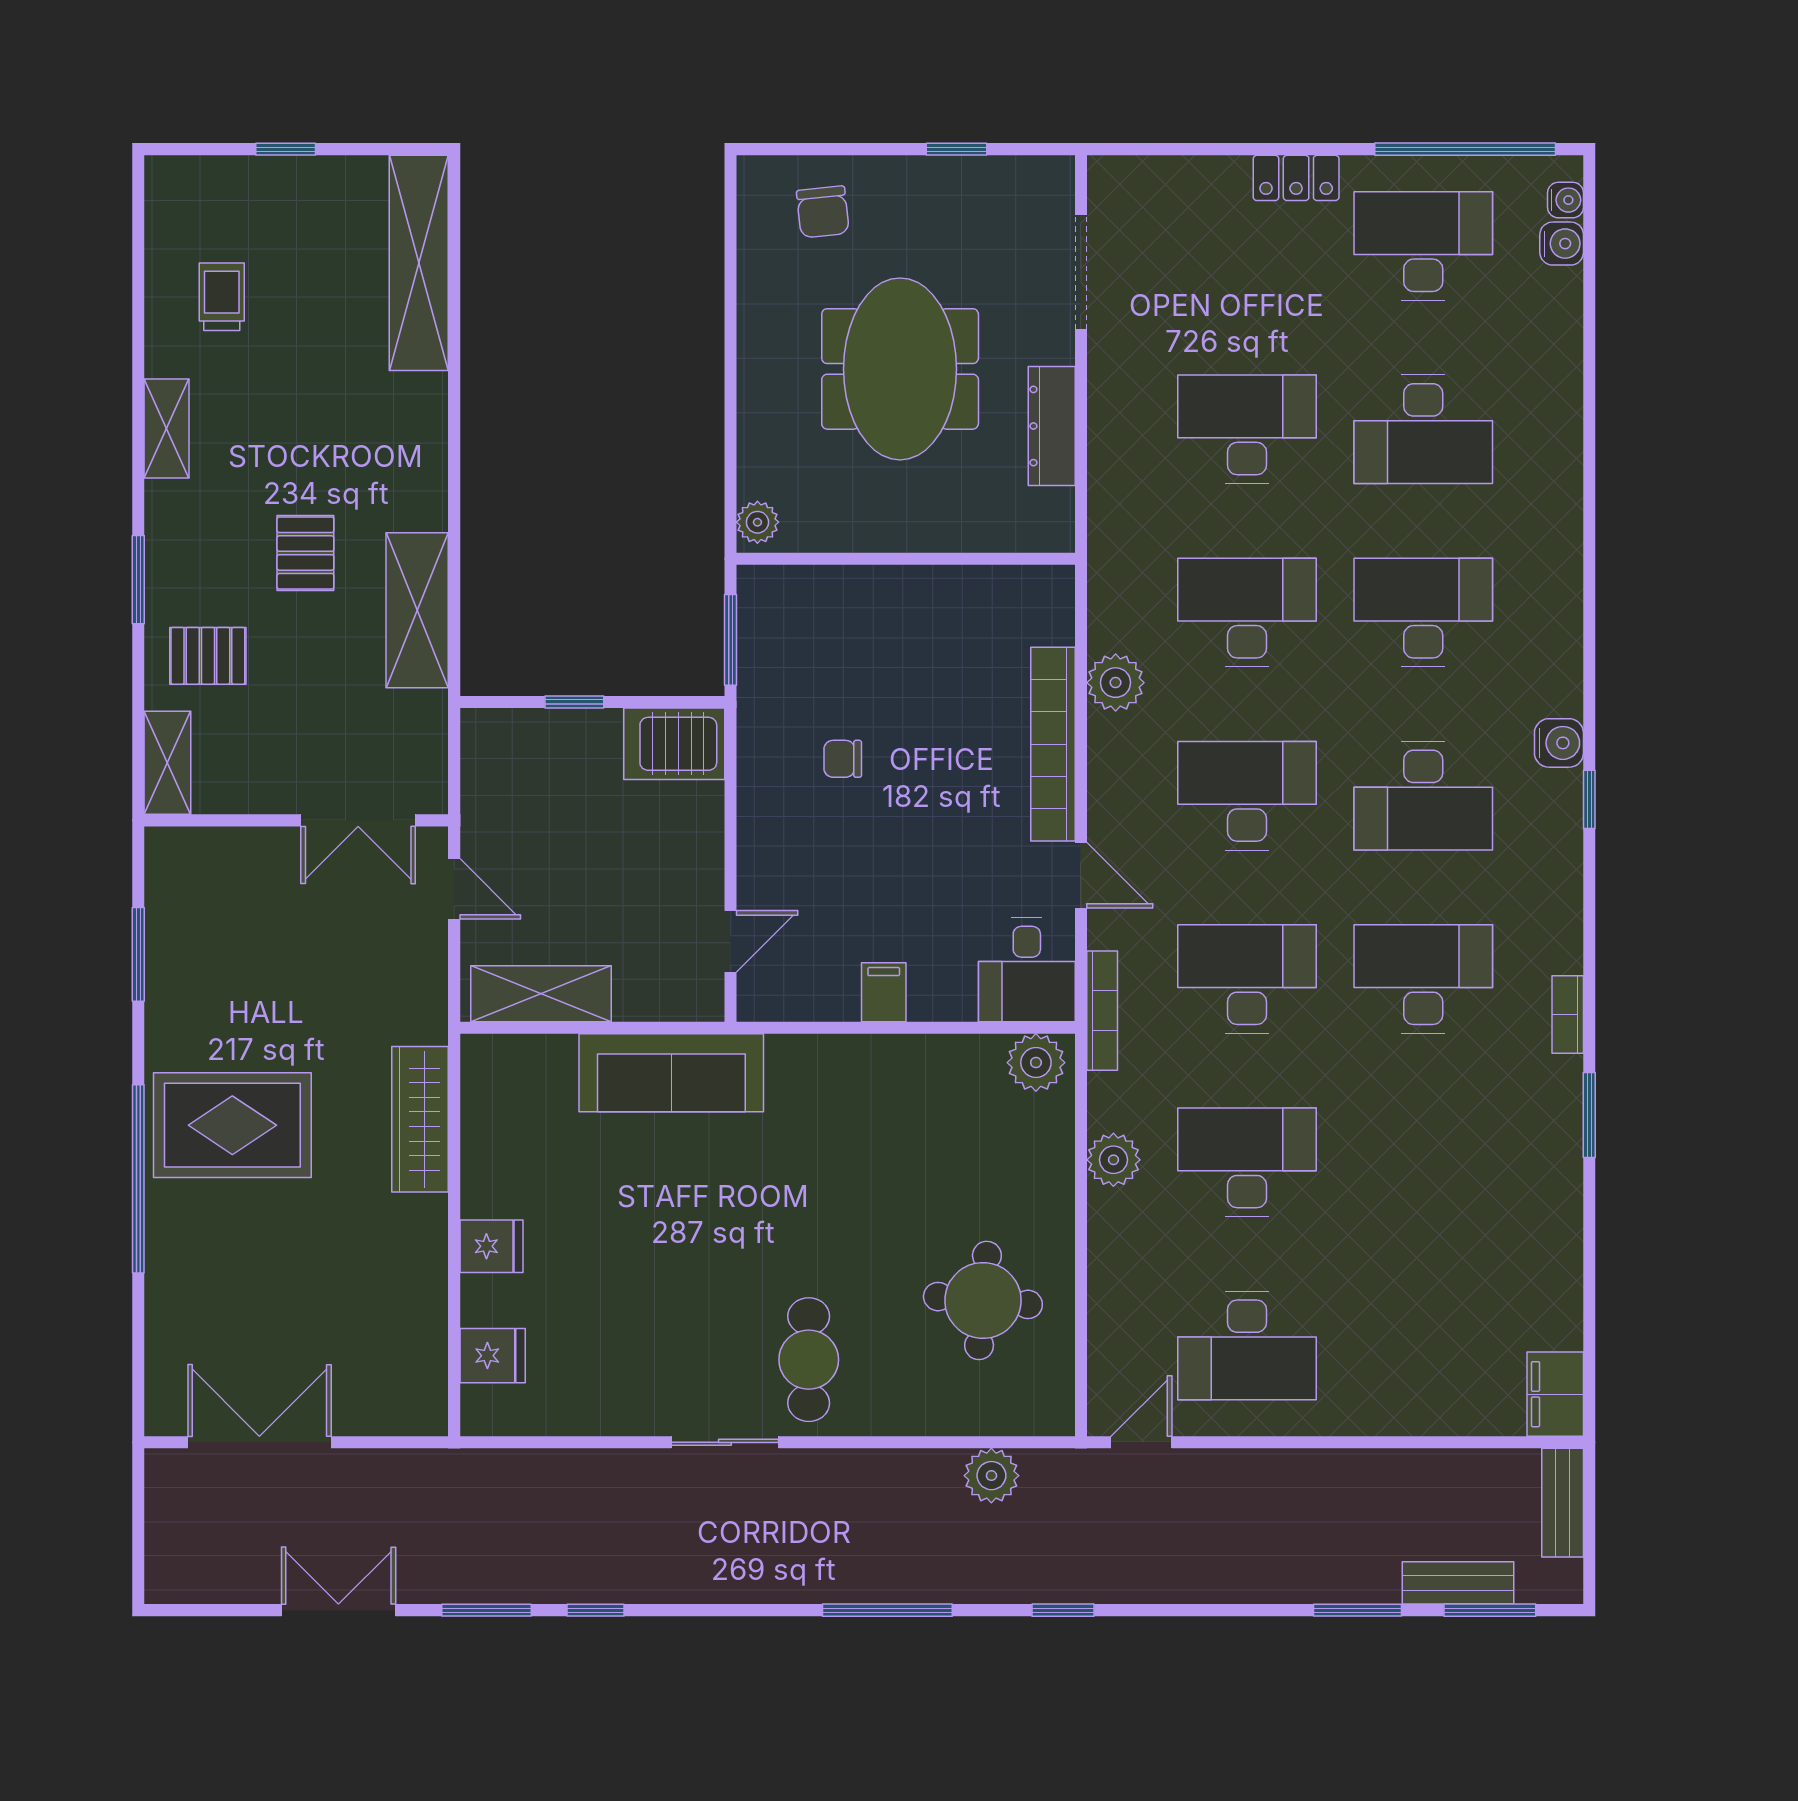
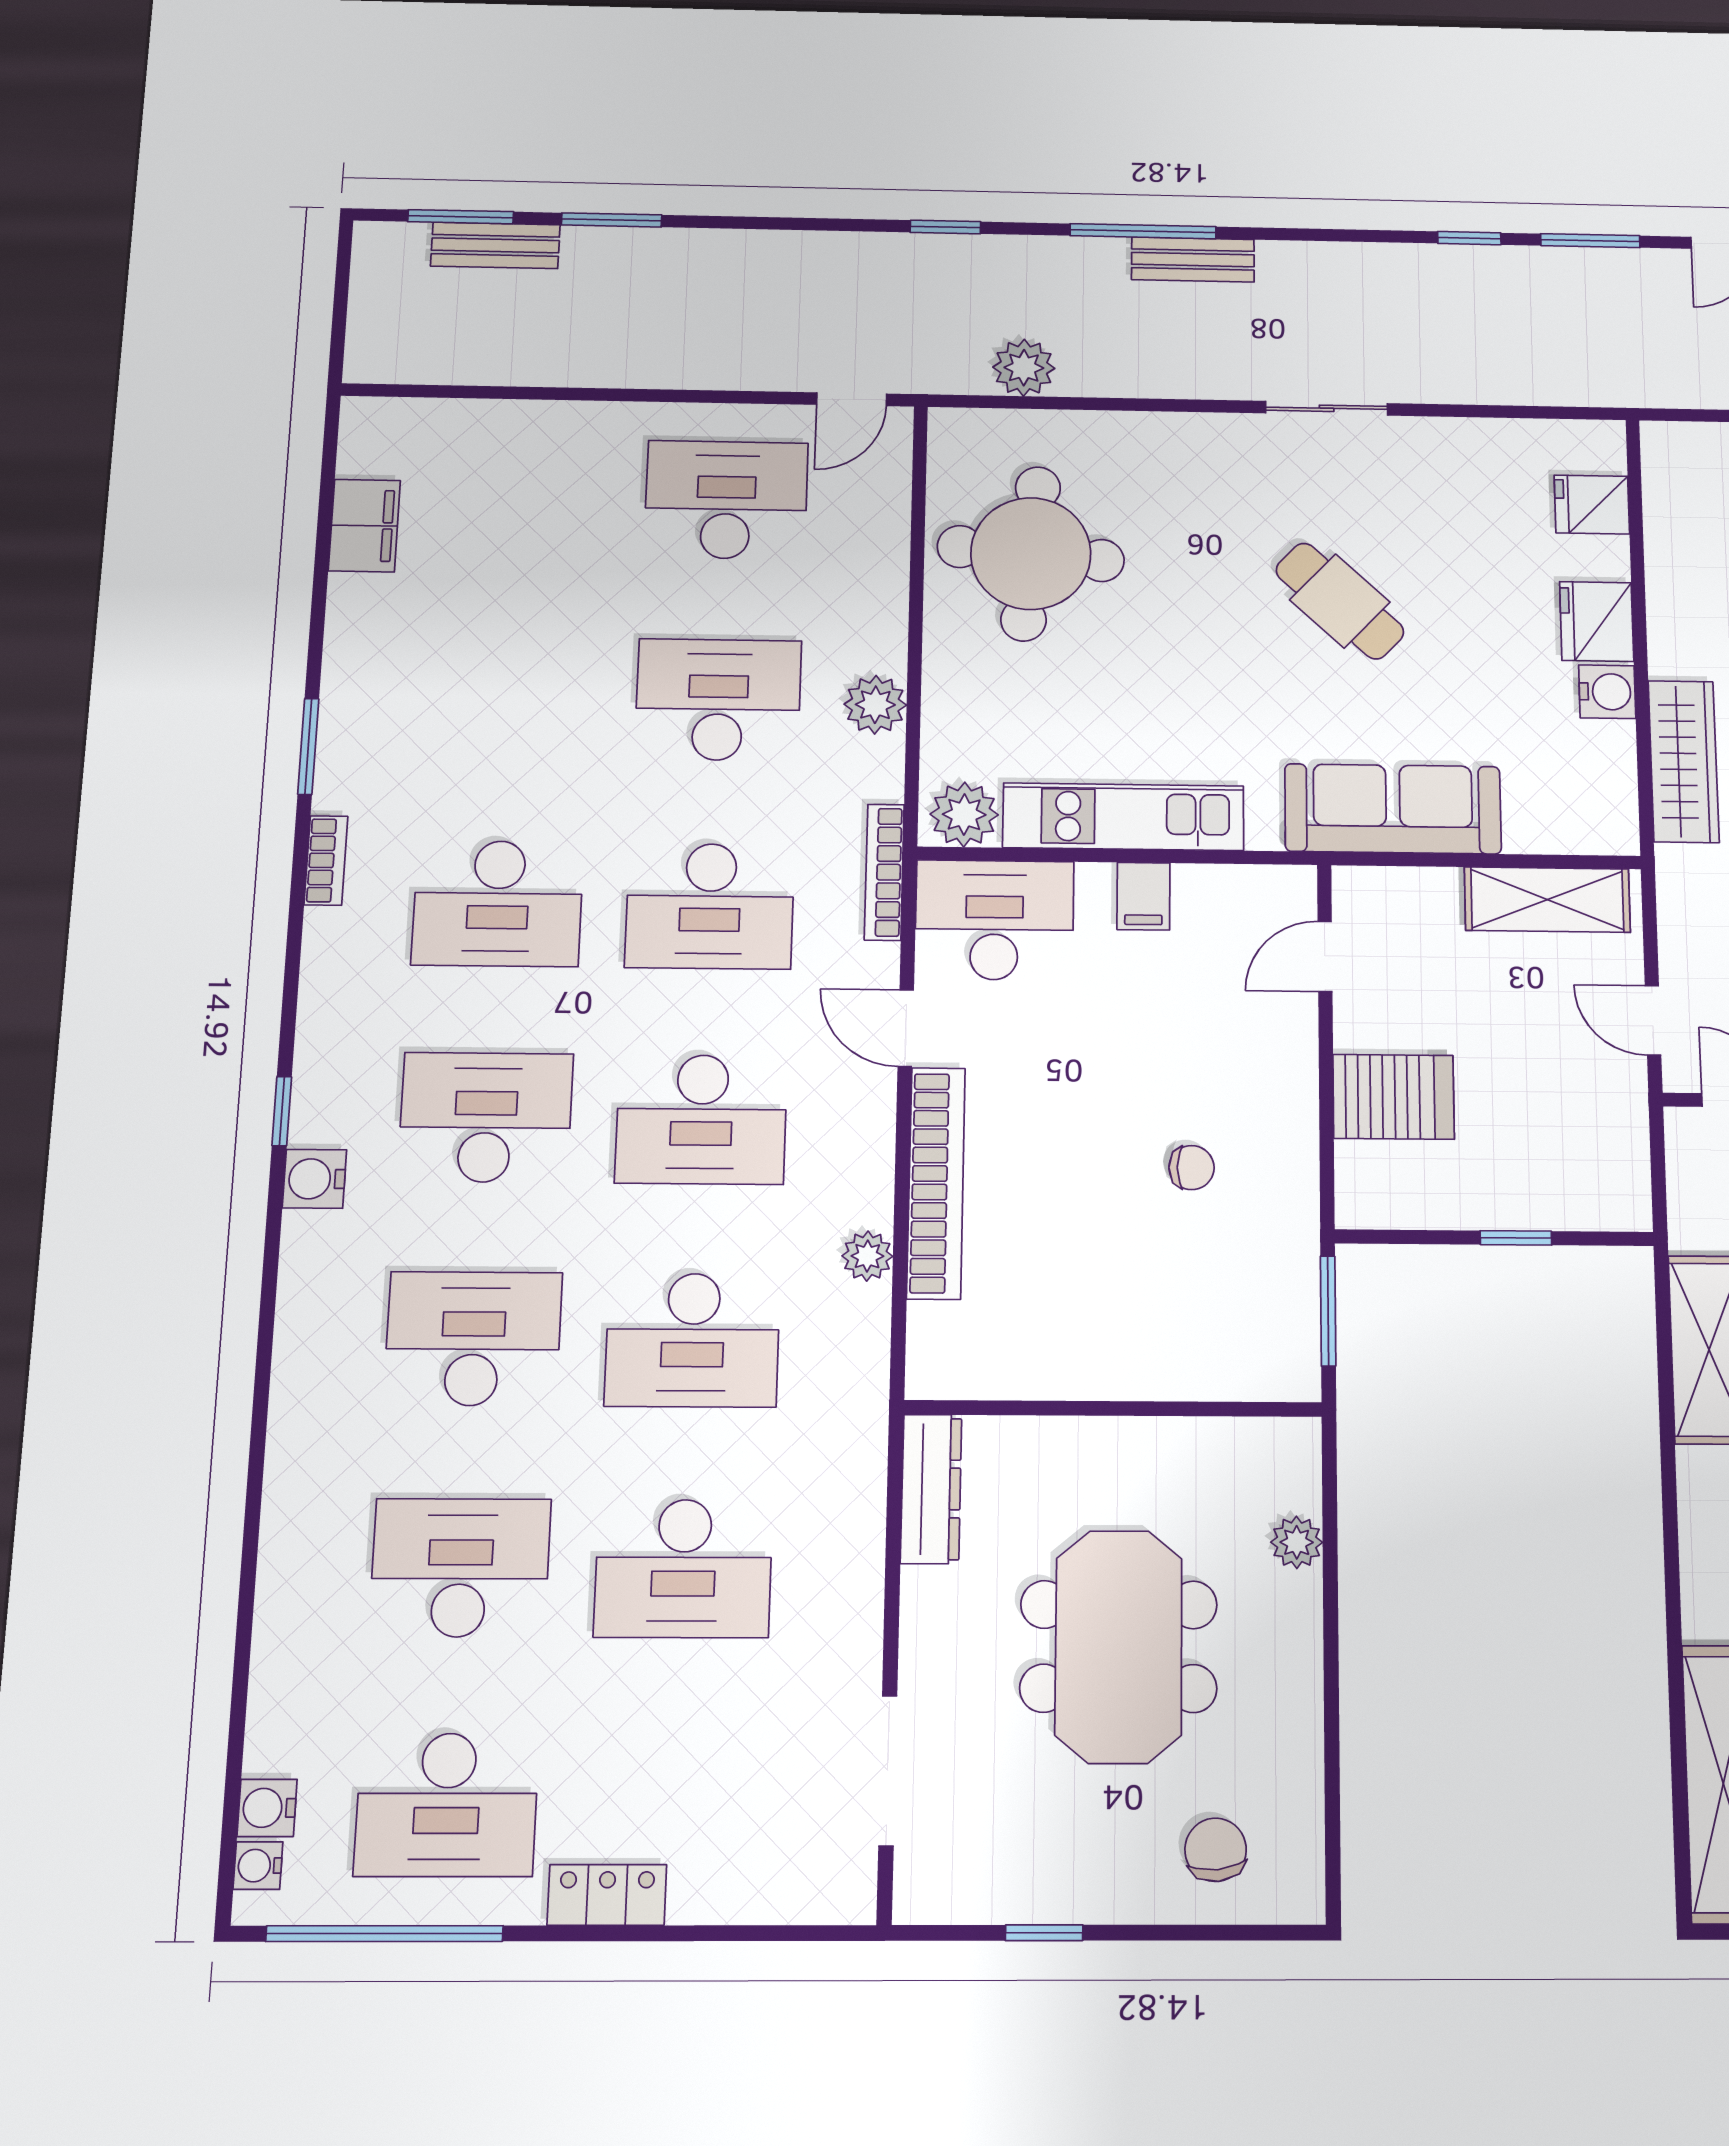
dresser: (1052, 426) -> (931, 1489), moved
plant: (757, 522) -> (1297, 1542), moved
desk: (1423, 612) -> (473, 1339), turned 180
plant: (1116, 683) -> (867, 1256), width x0.73, depth x0.73
server rack: (674, 744) -> (1393, 1097), moved
desk: (1027, 970) -> (994, 920), width x1.37
kitchen unit: (901, 1062) -> (1123, 817), added
desk: (1247, 1162) -> (718, 700), turned 180
water cooler: (484, 1182) -> (1607, 692), added
fridge: (491, 1246) -> (1597, 621), width x1.38
round table: (983, 1300) -> (1031, 554), width x1.36, depth x1.36
cafe table: (809, 1360) -> (1340, 601), moved, turned -47
filing cabinet: (1555, 1394) -> (364, 526), moved
bench: (1563, 1503) -> (1193, 260), moved, turned 90

